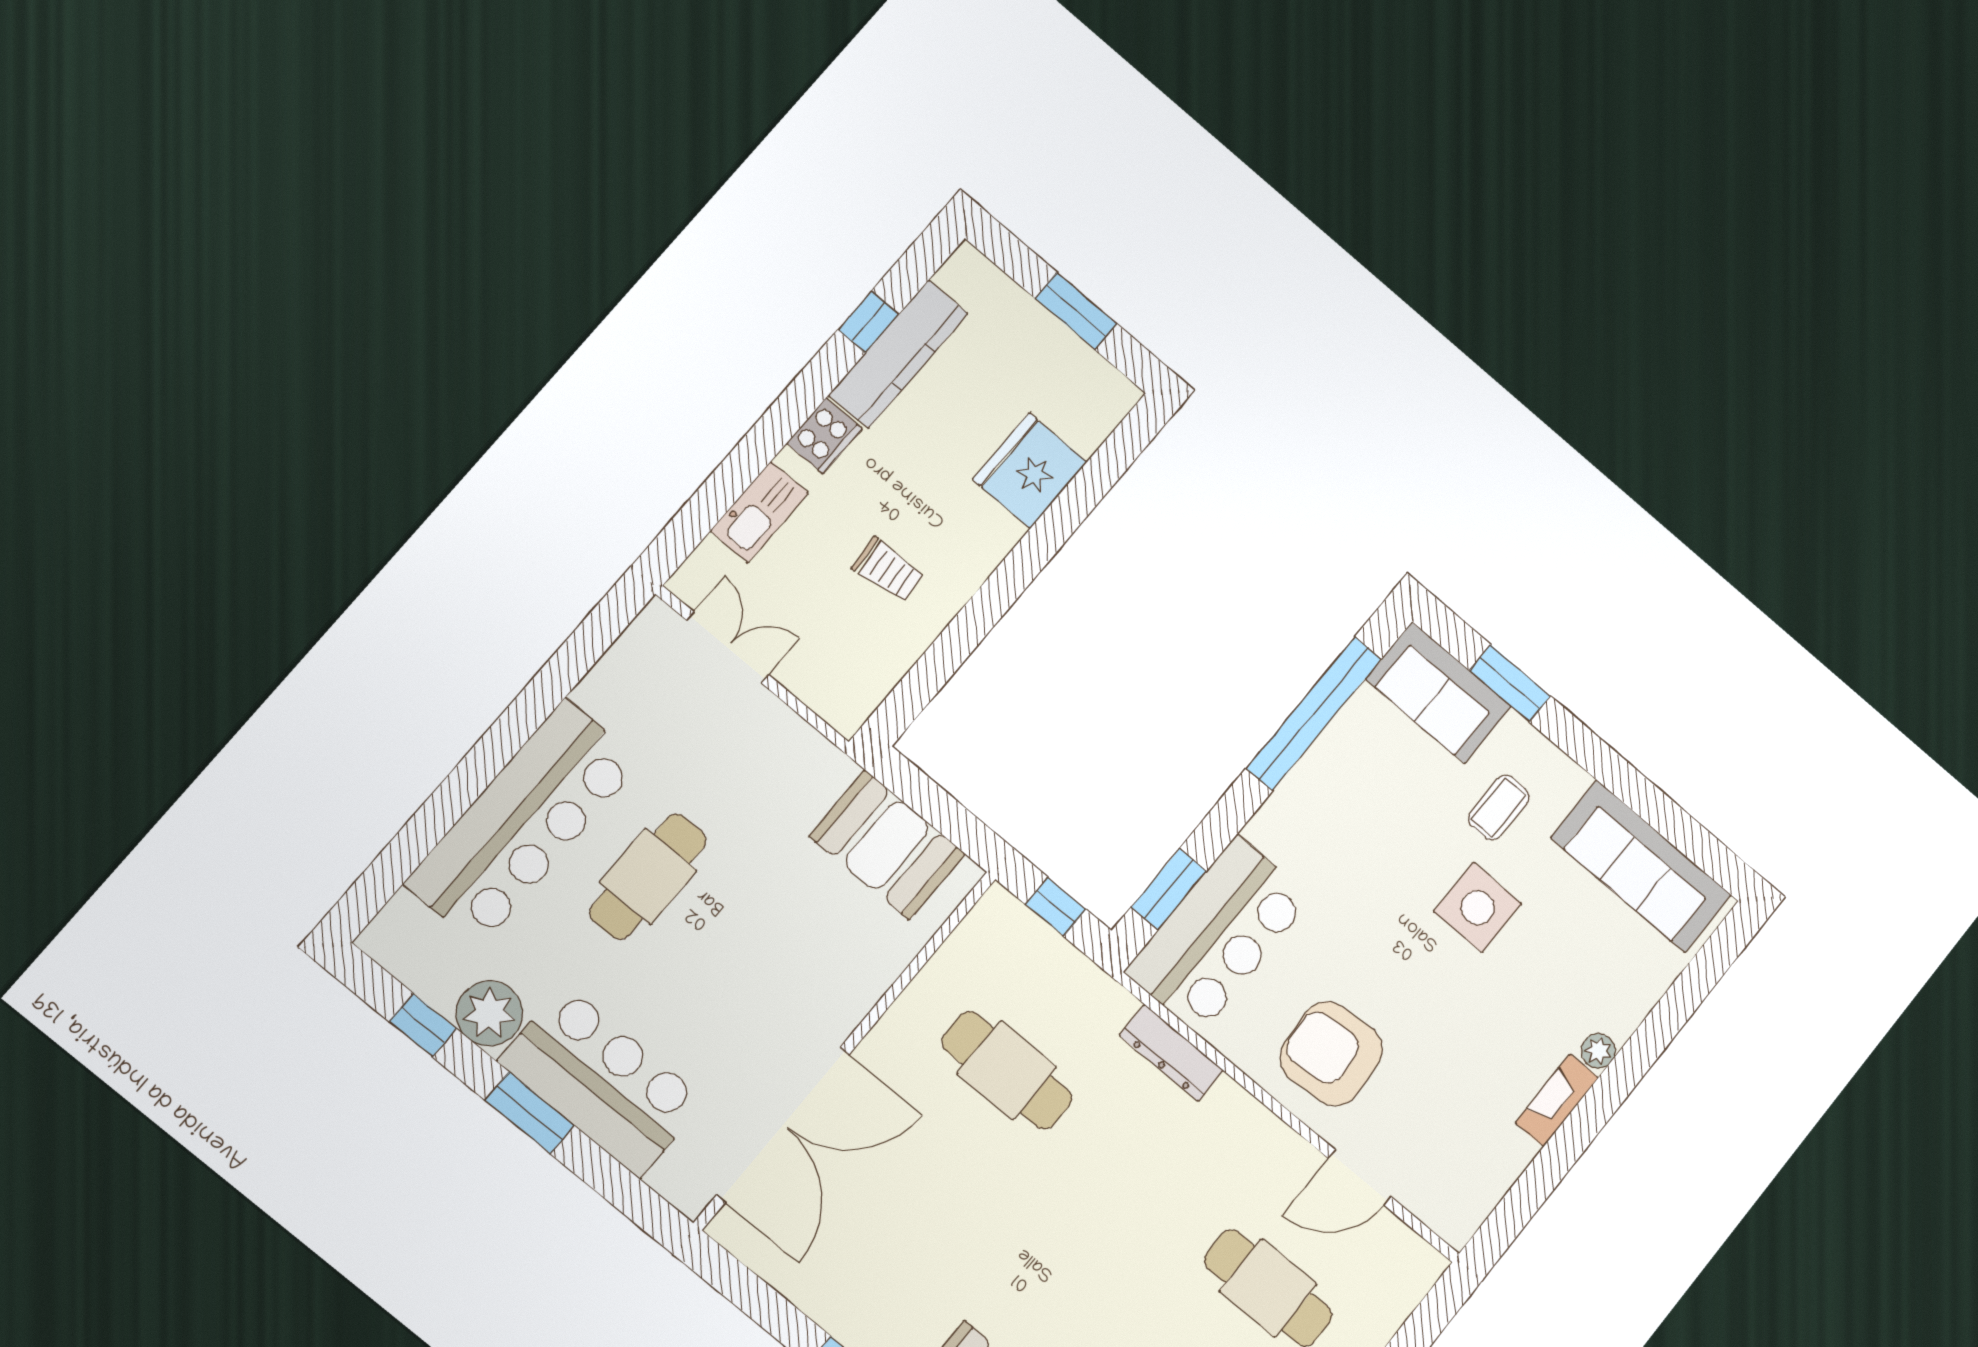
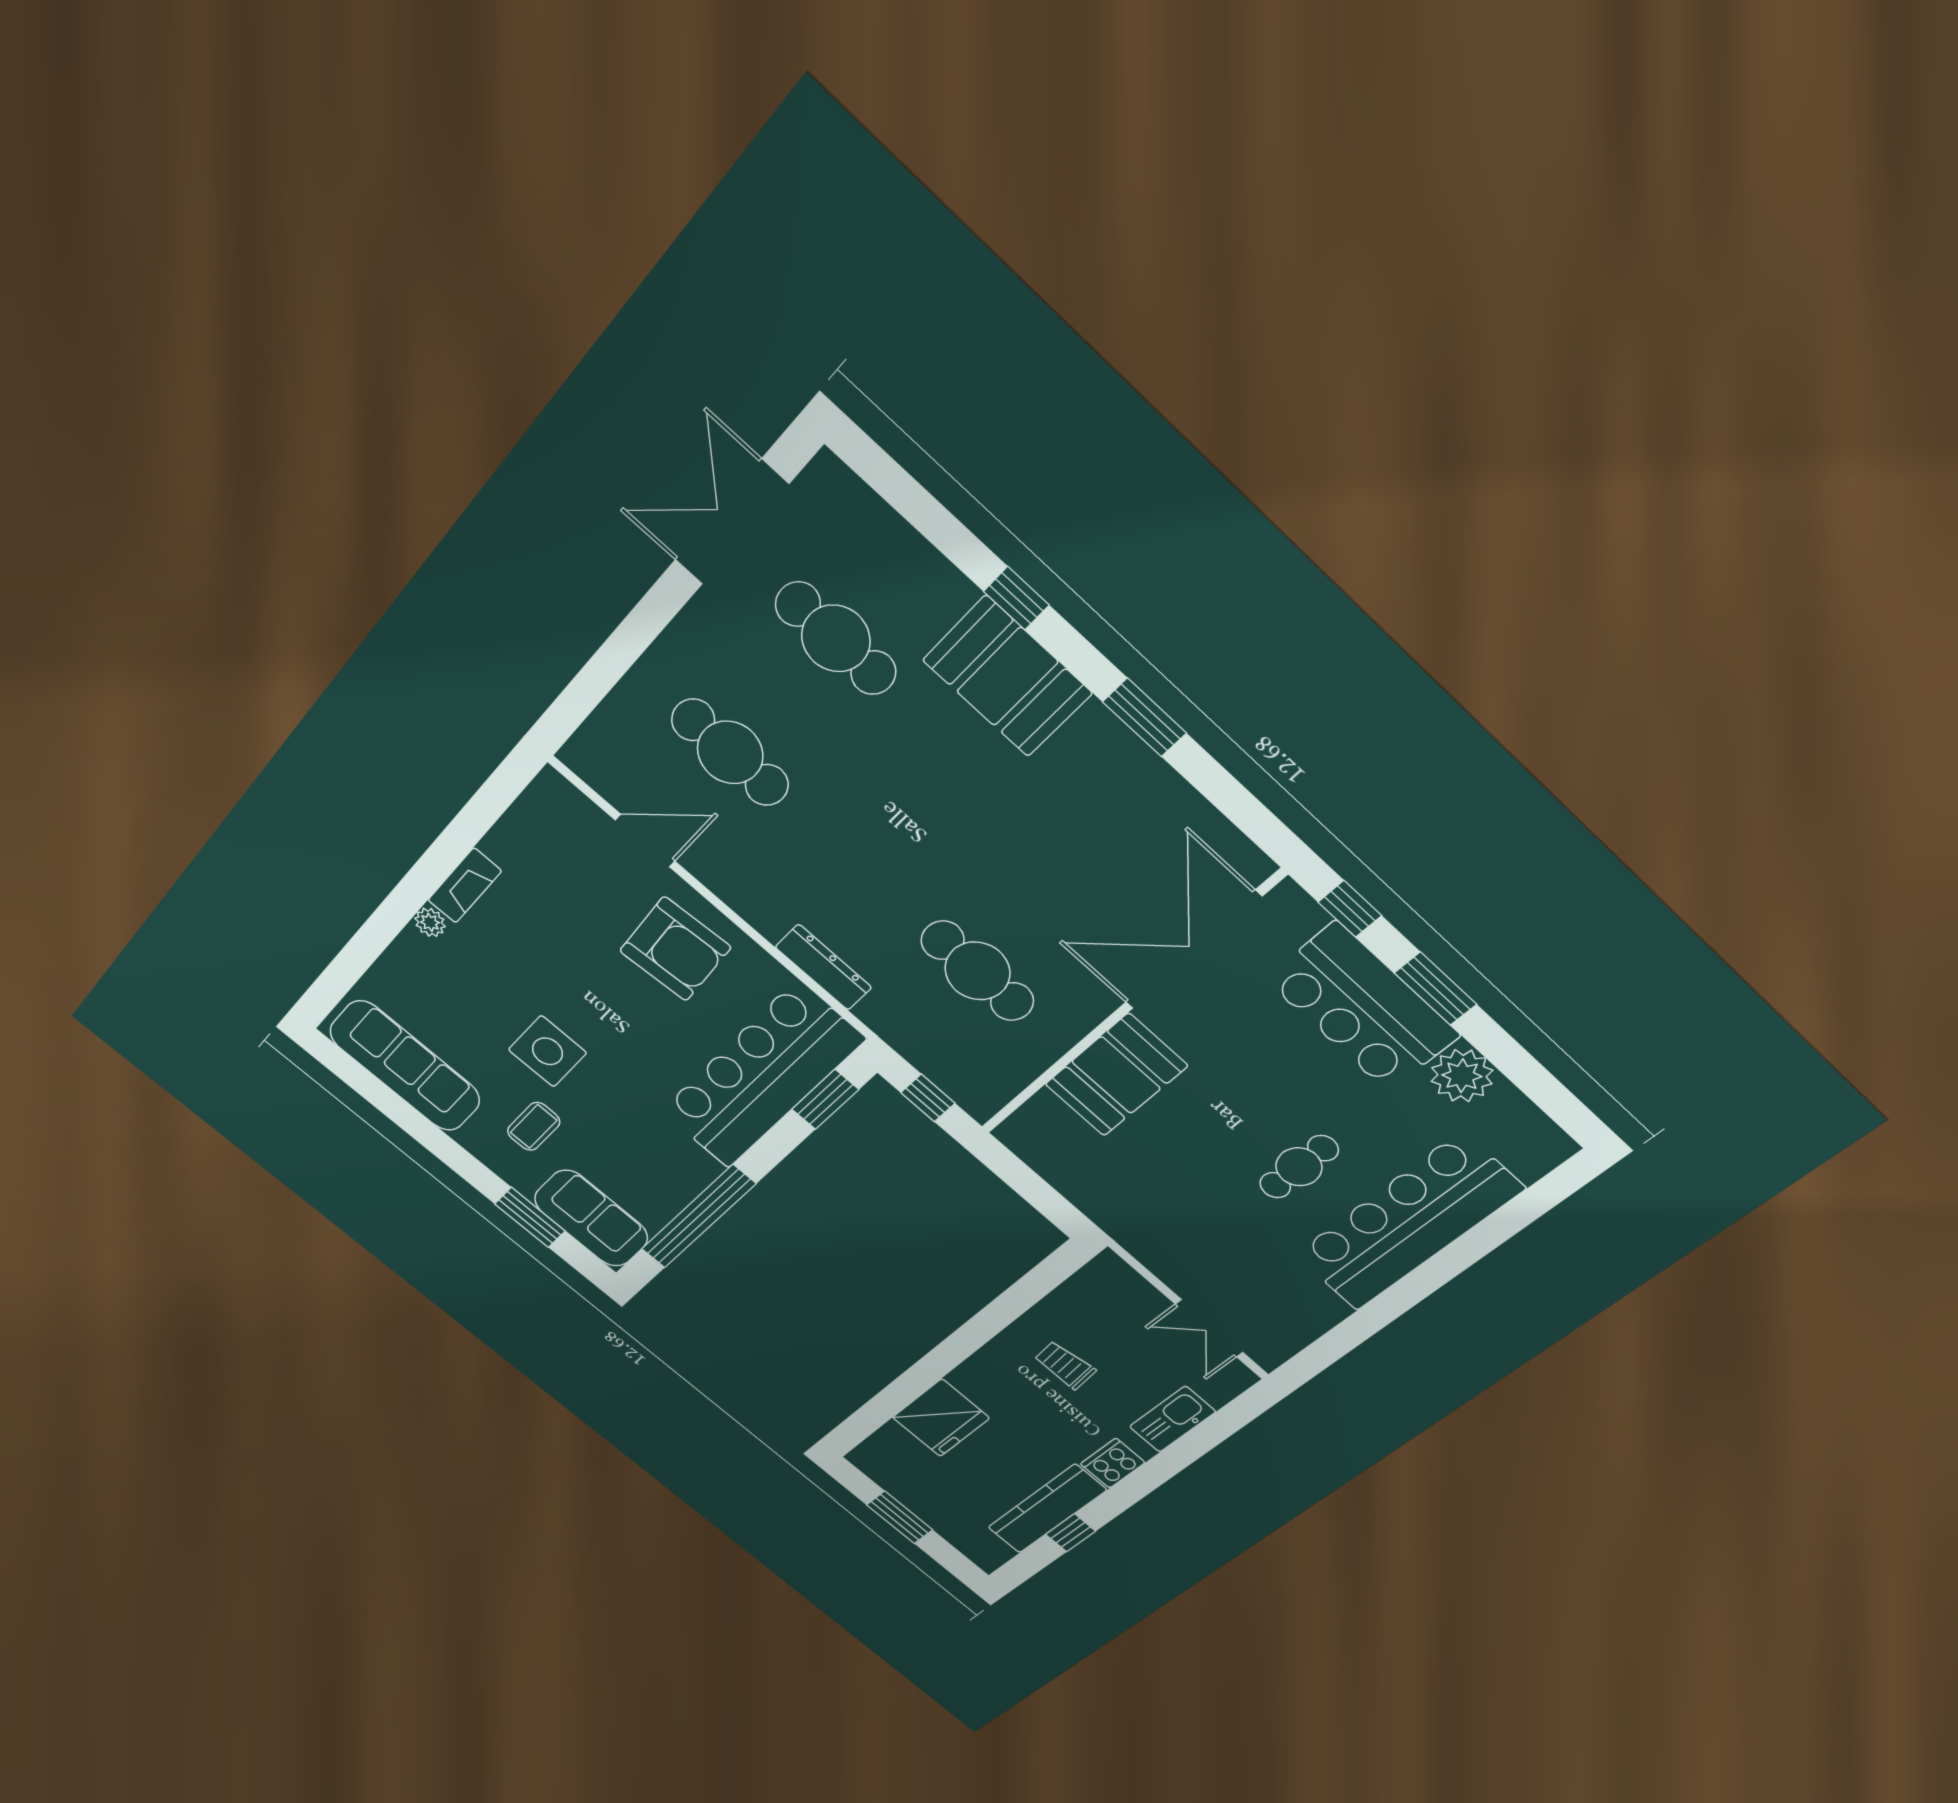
booth: (887, 845) -> (1116, 1075), moved, turned 90
cafe table: (648, 876) -> (1299, 1167), width x0.73, depth x0.74
bar counter: (1218, 935) -> (762, 1075), width x1.36
window: (423, 1025) -> (1350, 909), moved

